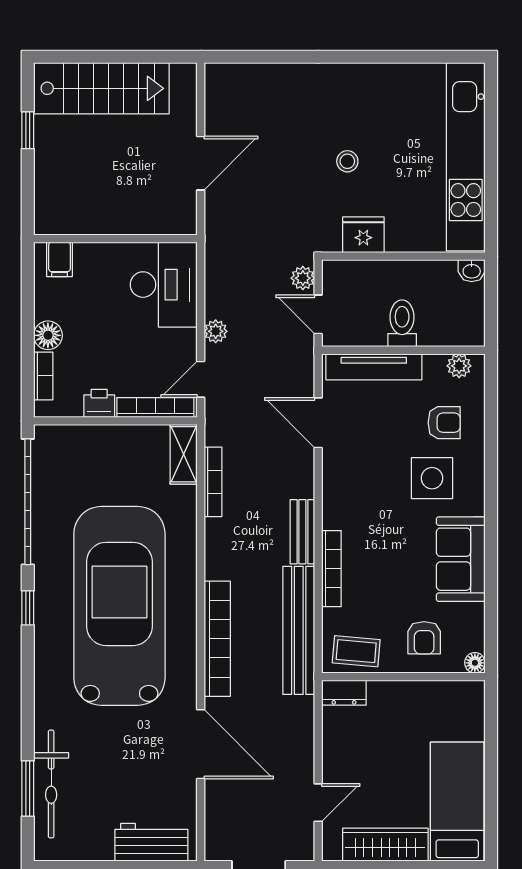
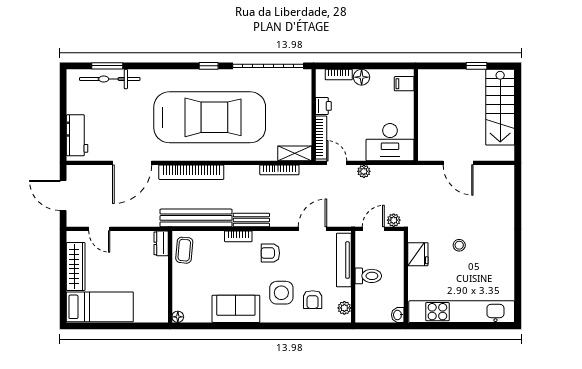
bookcase: (331, 569) -> (238, 236), width x0.64
armchair: (424, 638) -> (270, 253), moved

